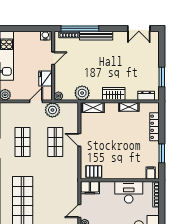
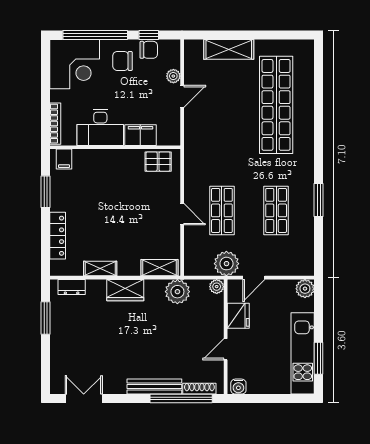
filing cabinet: (90, 188) -> (140, 135), moved

